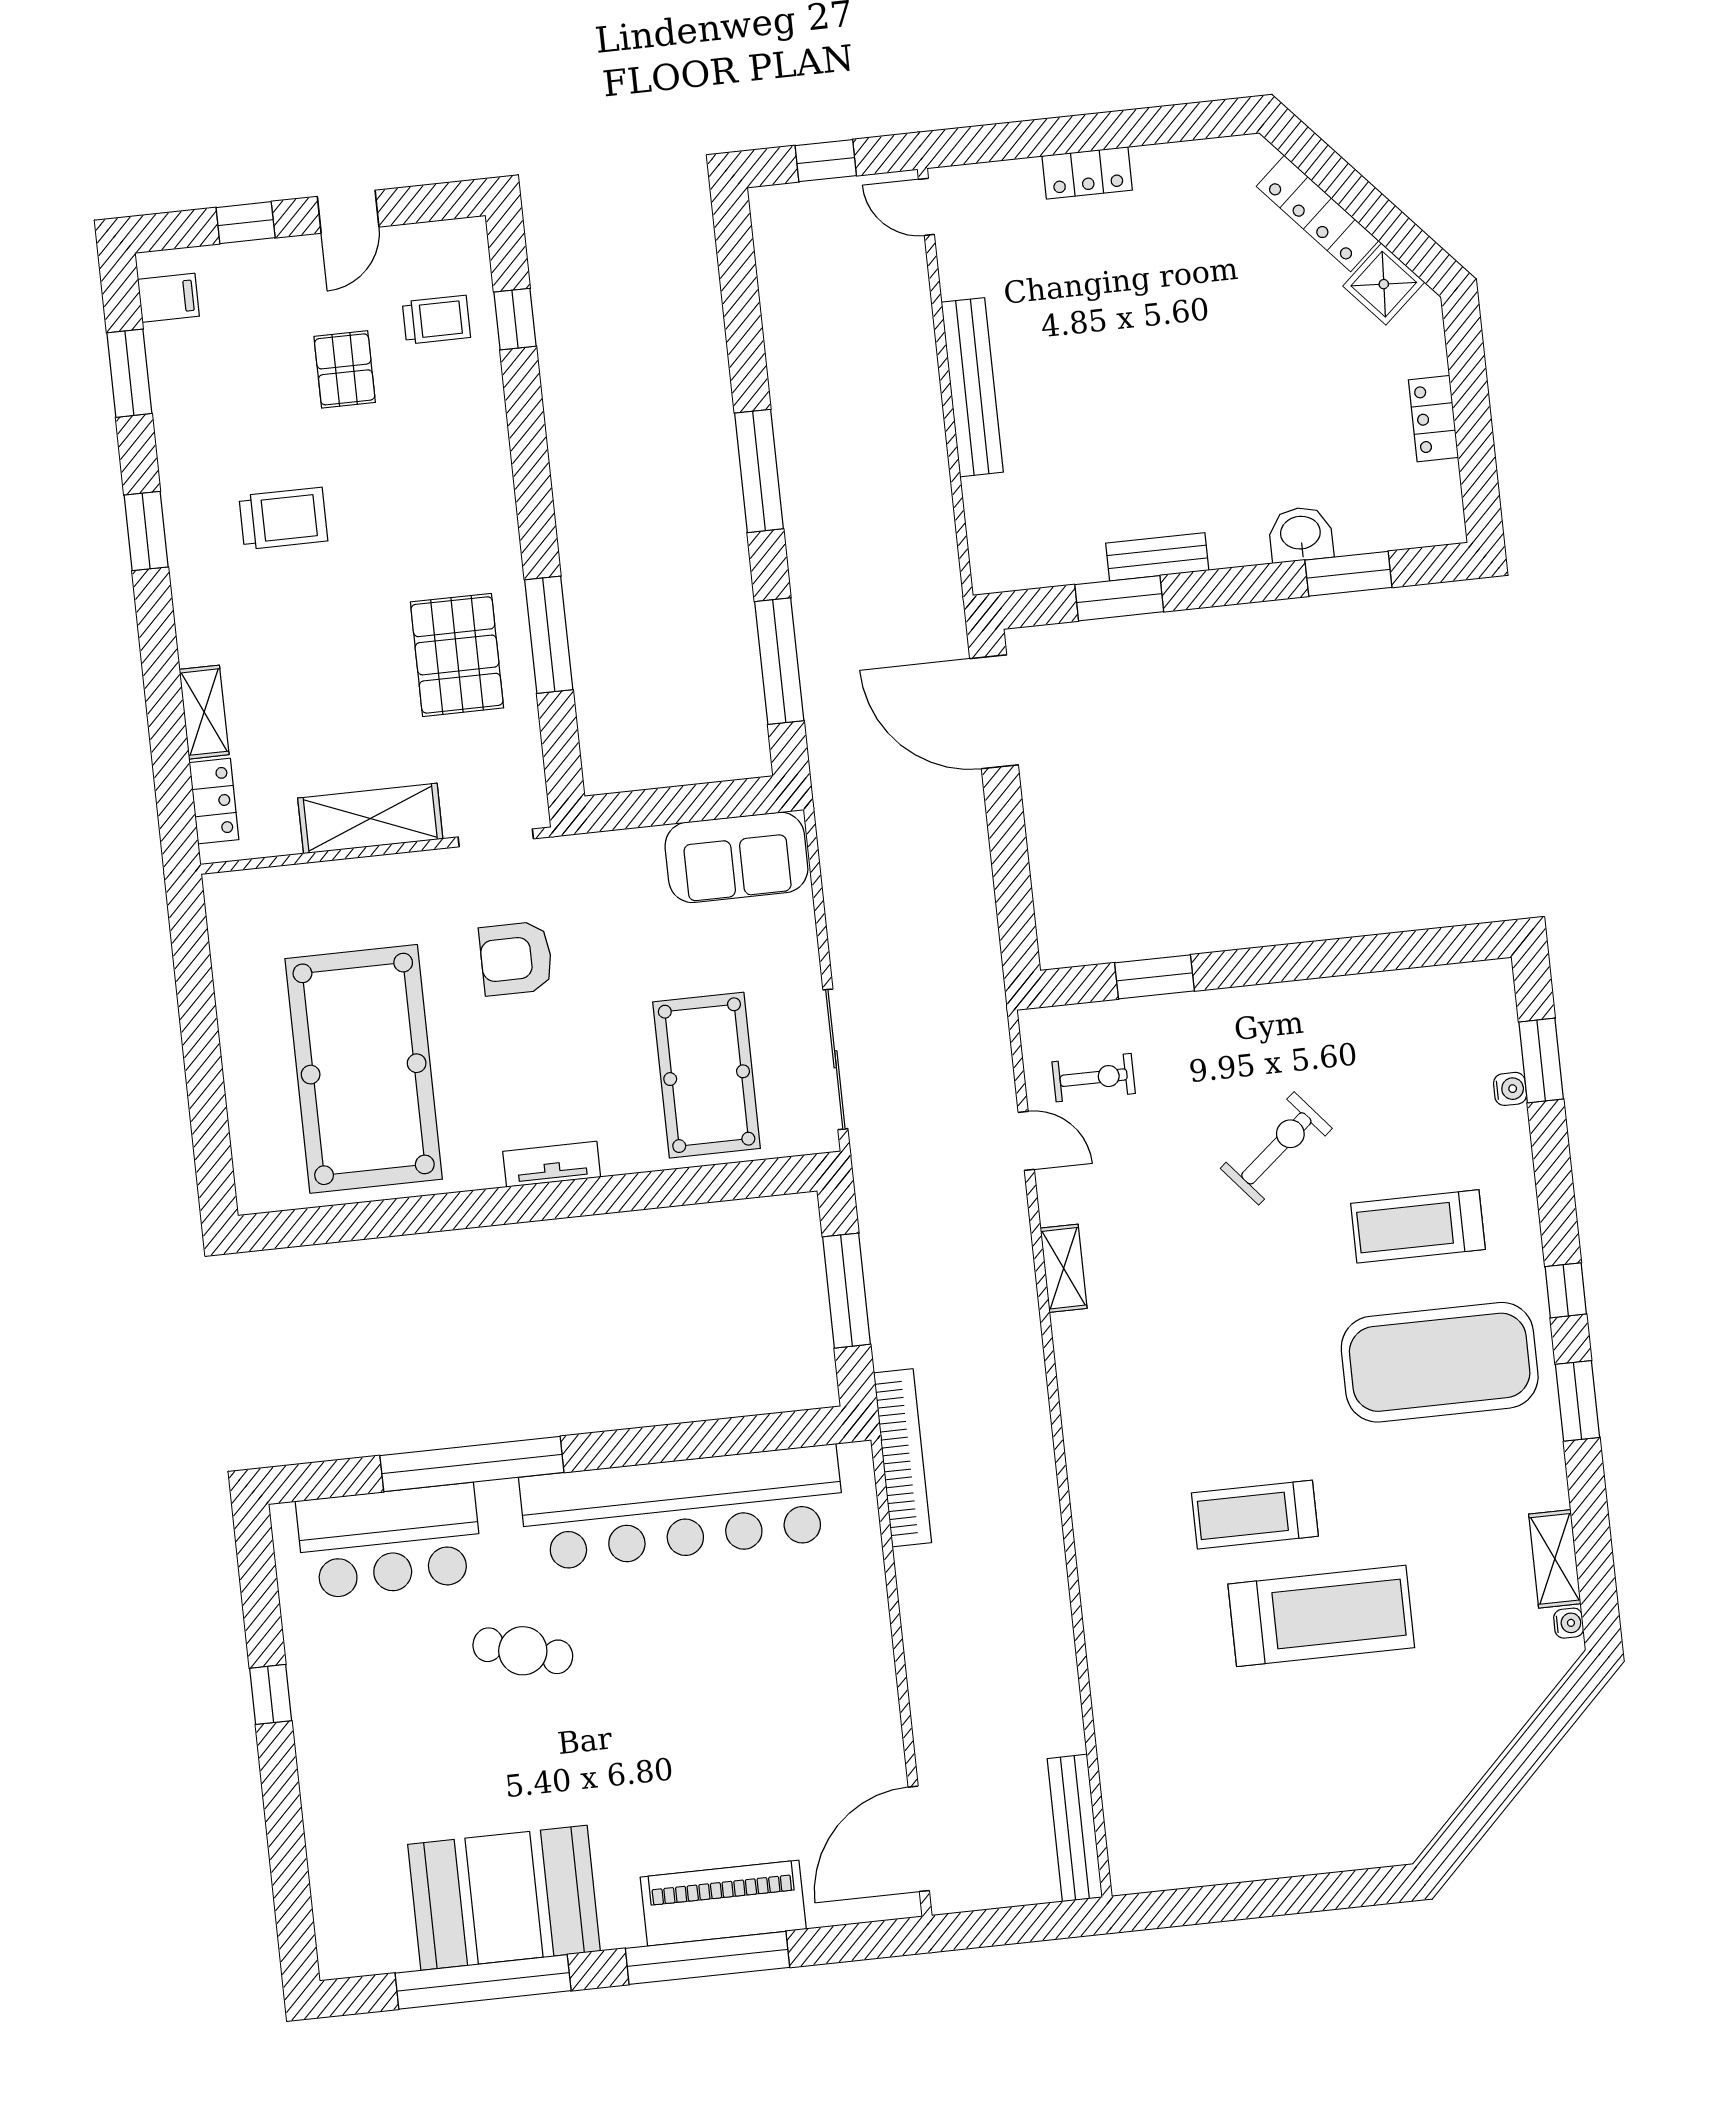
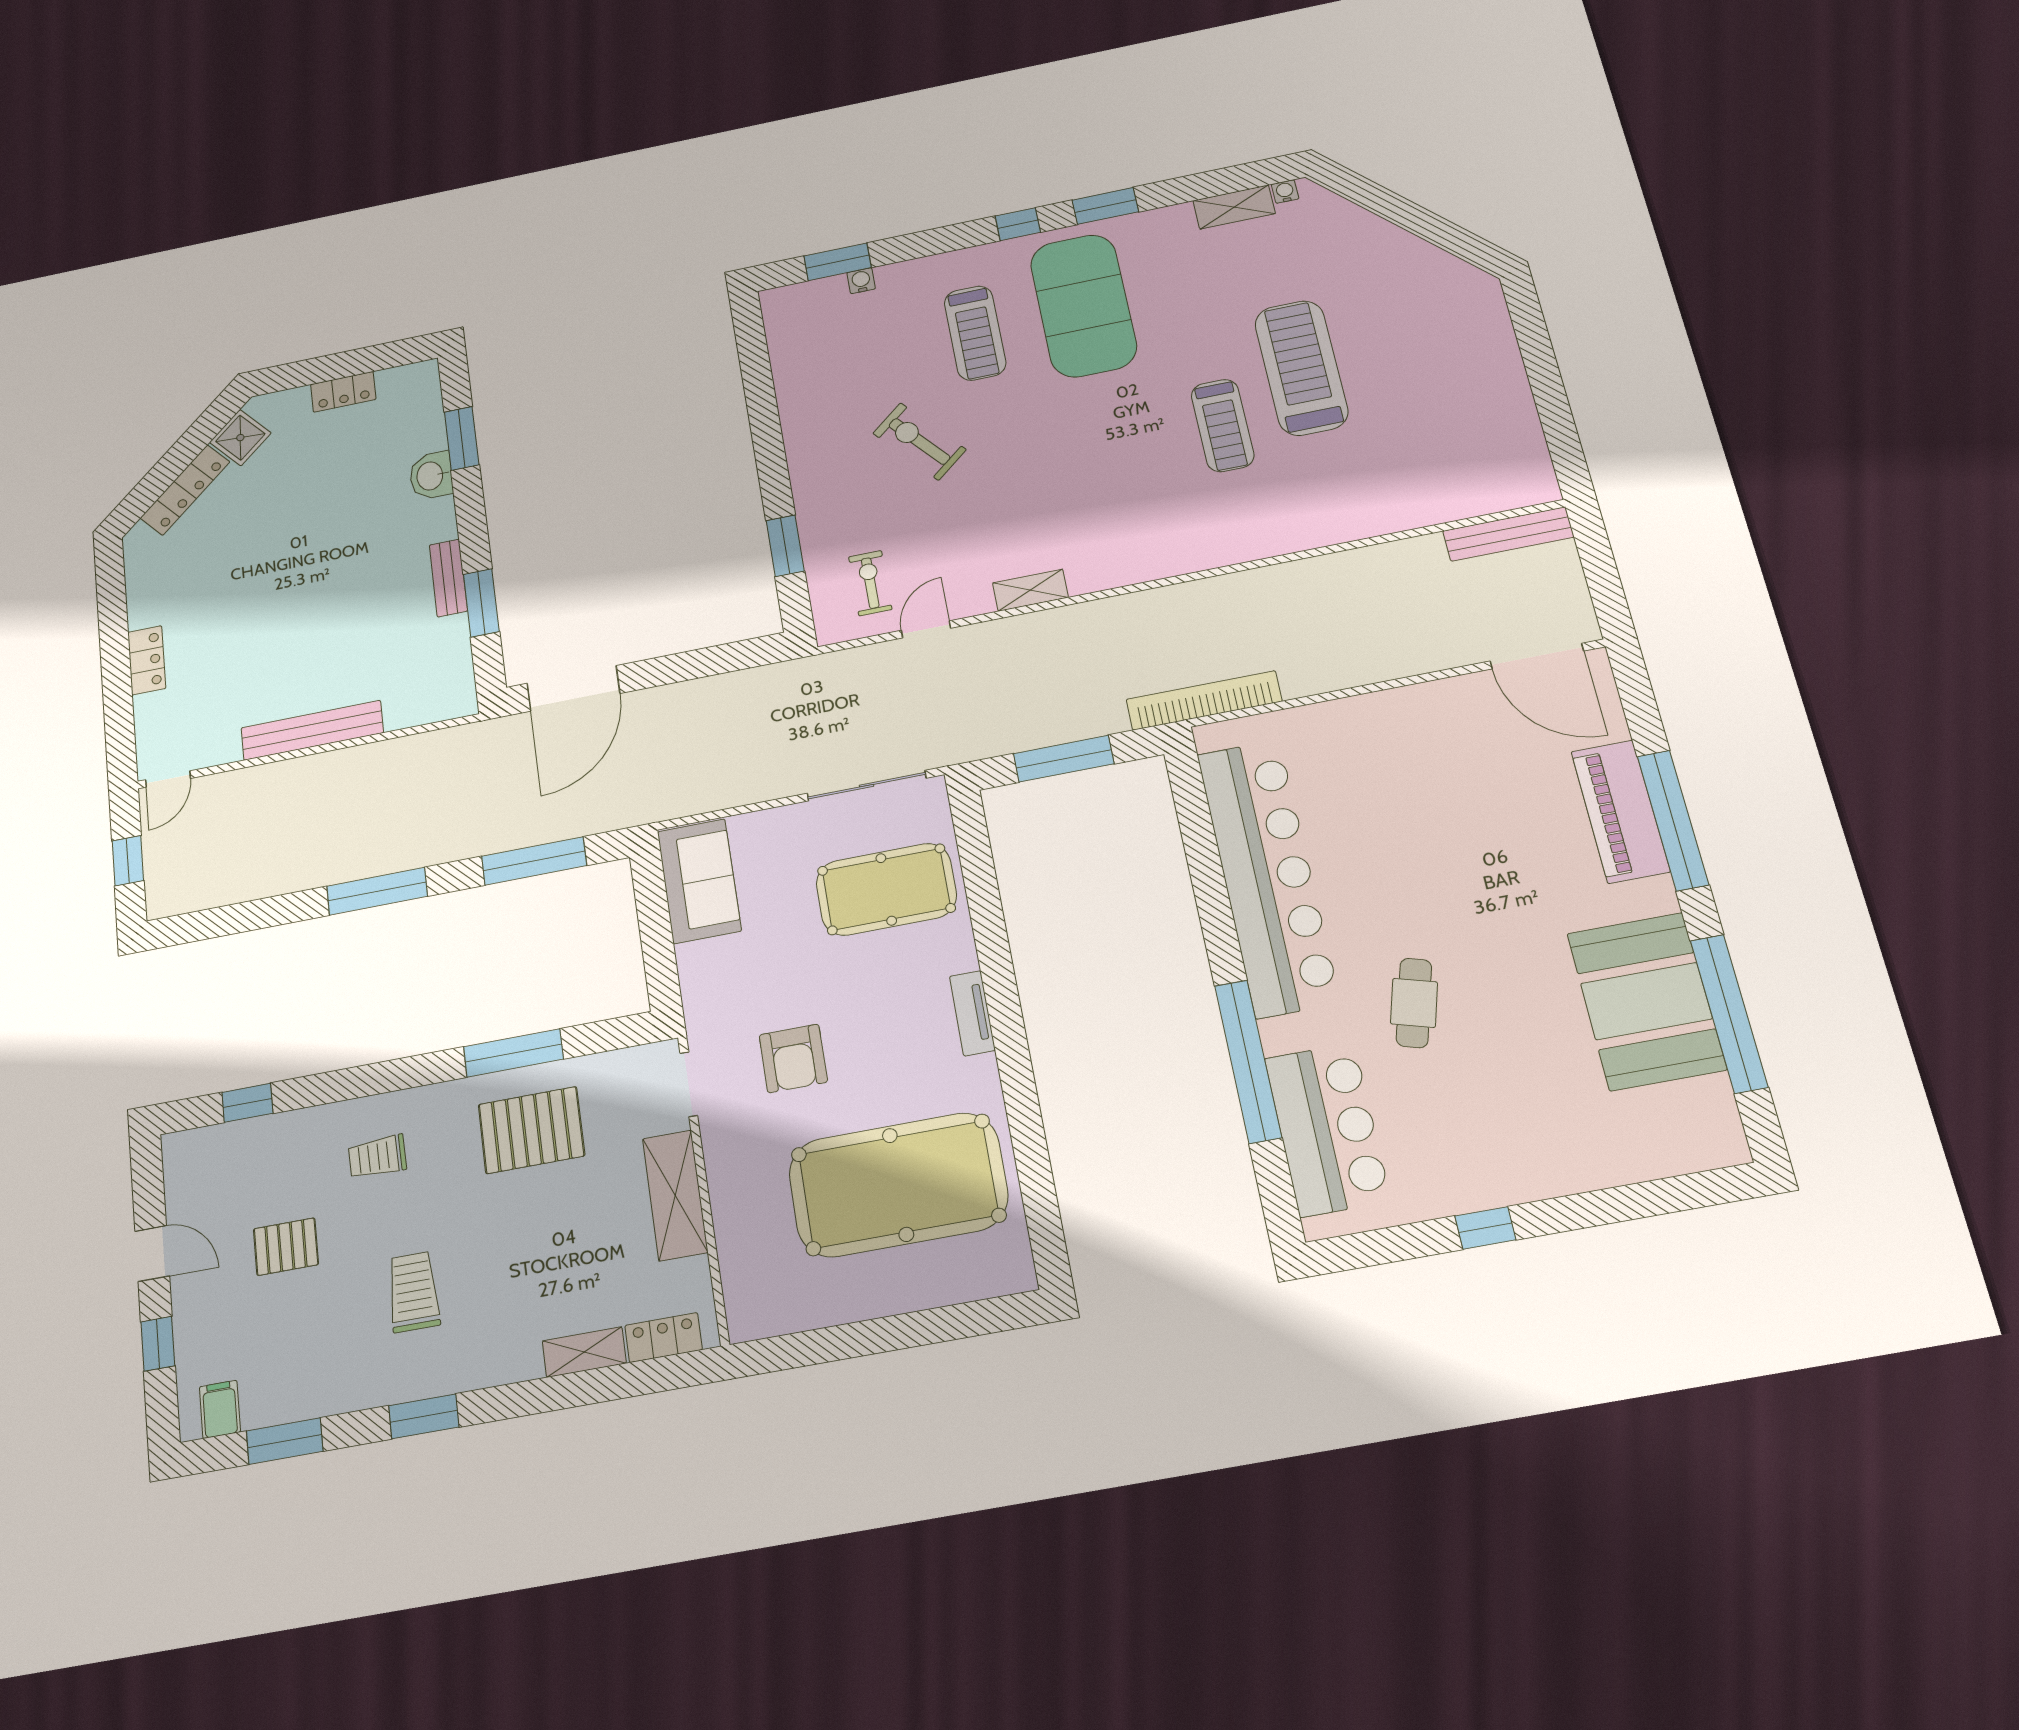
trolley: (436, 320) -> (377, 1157), moved, turned -91

